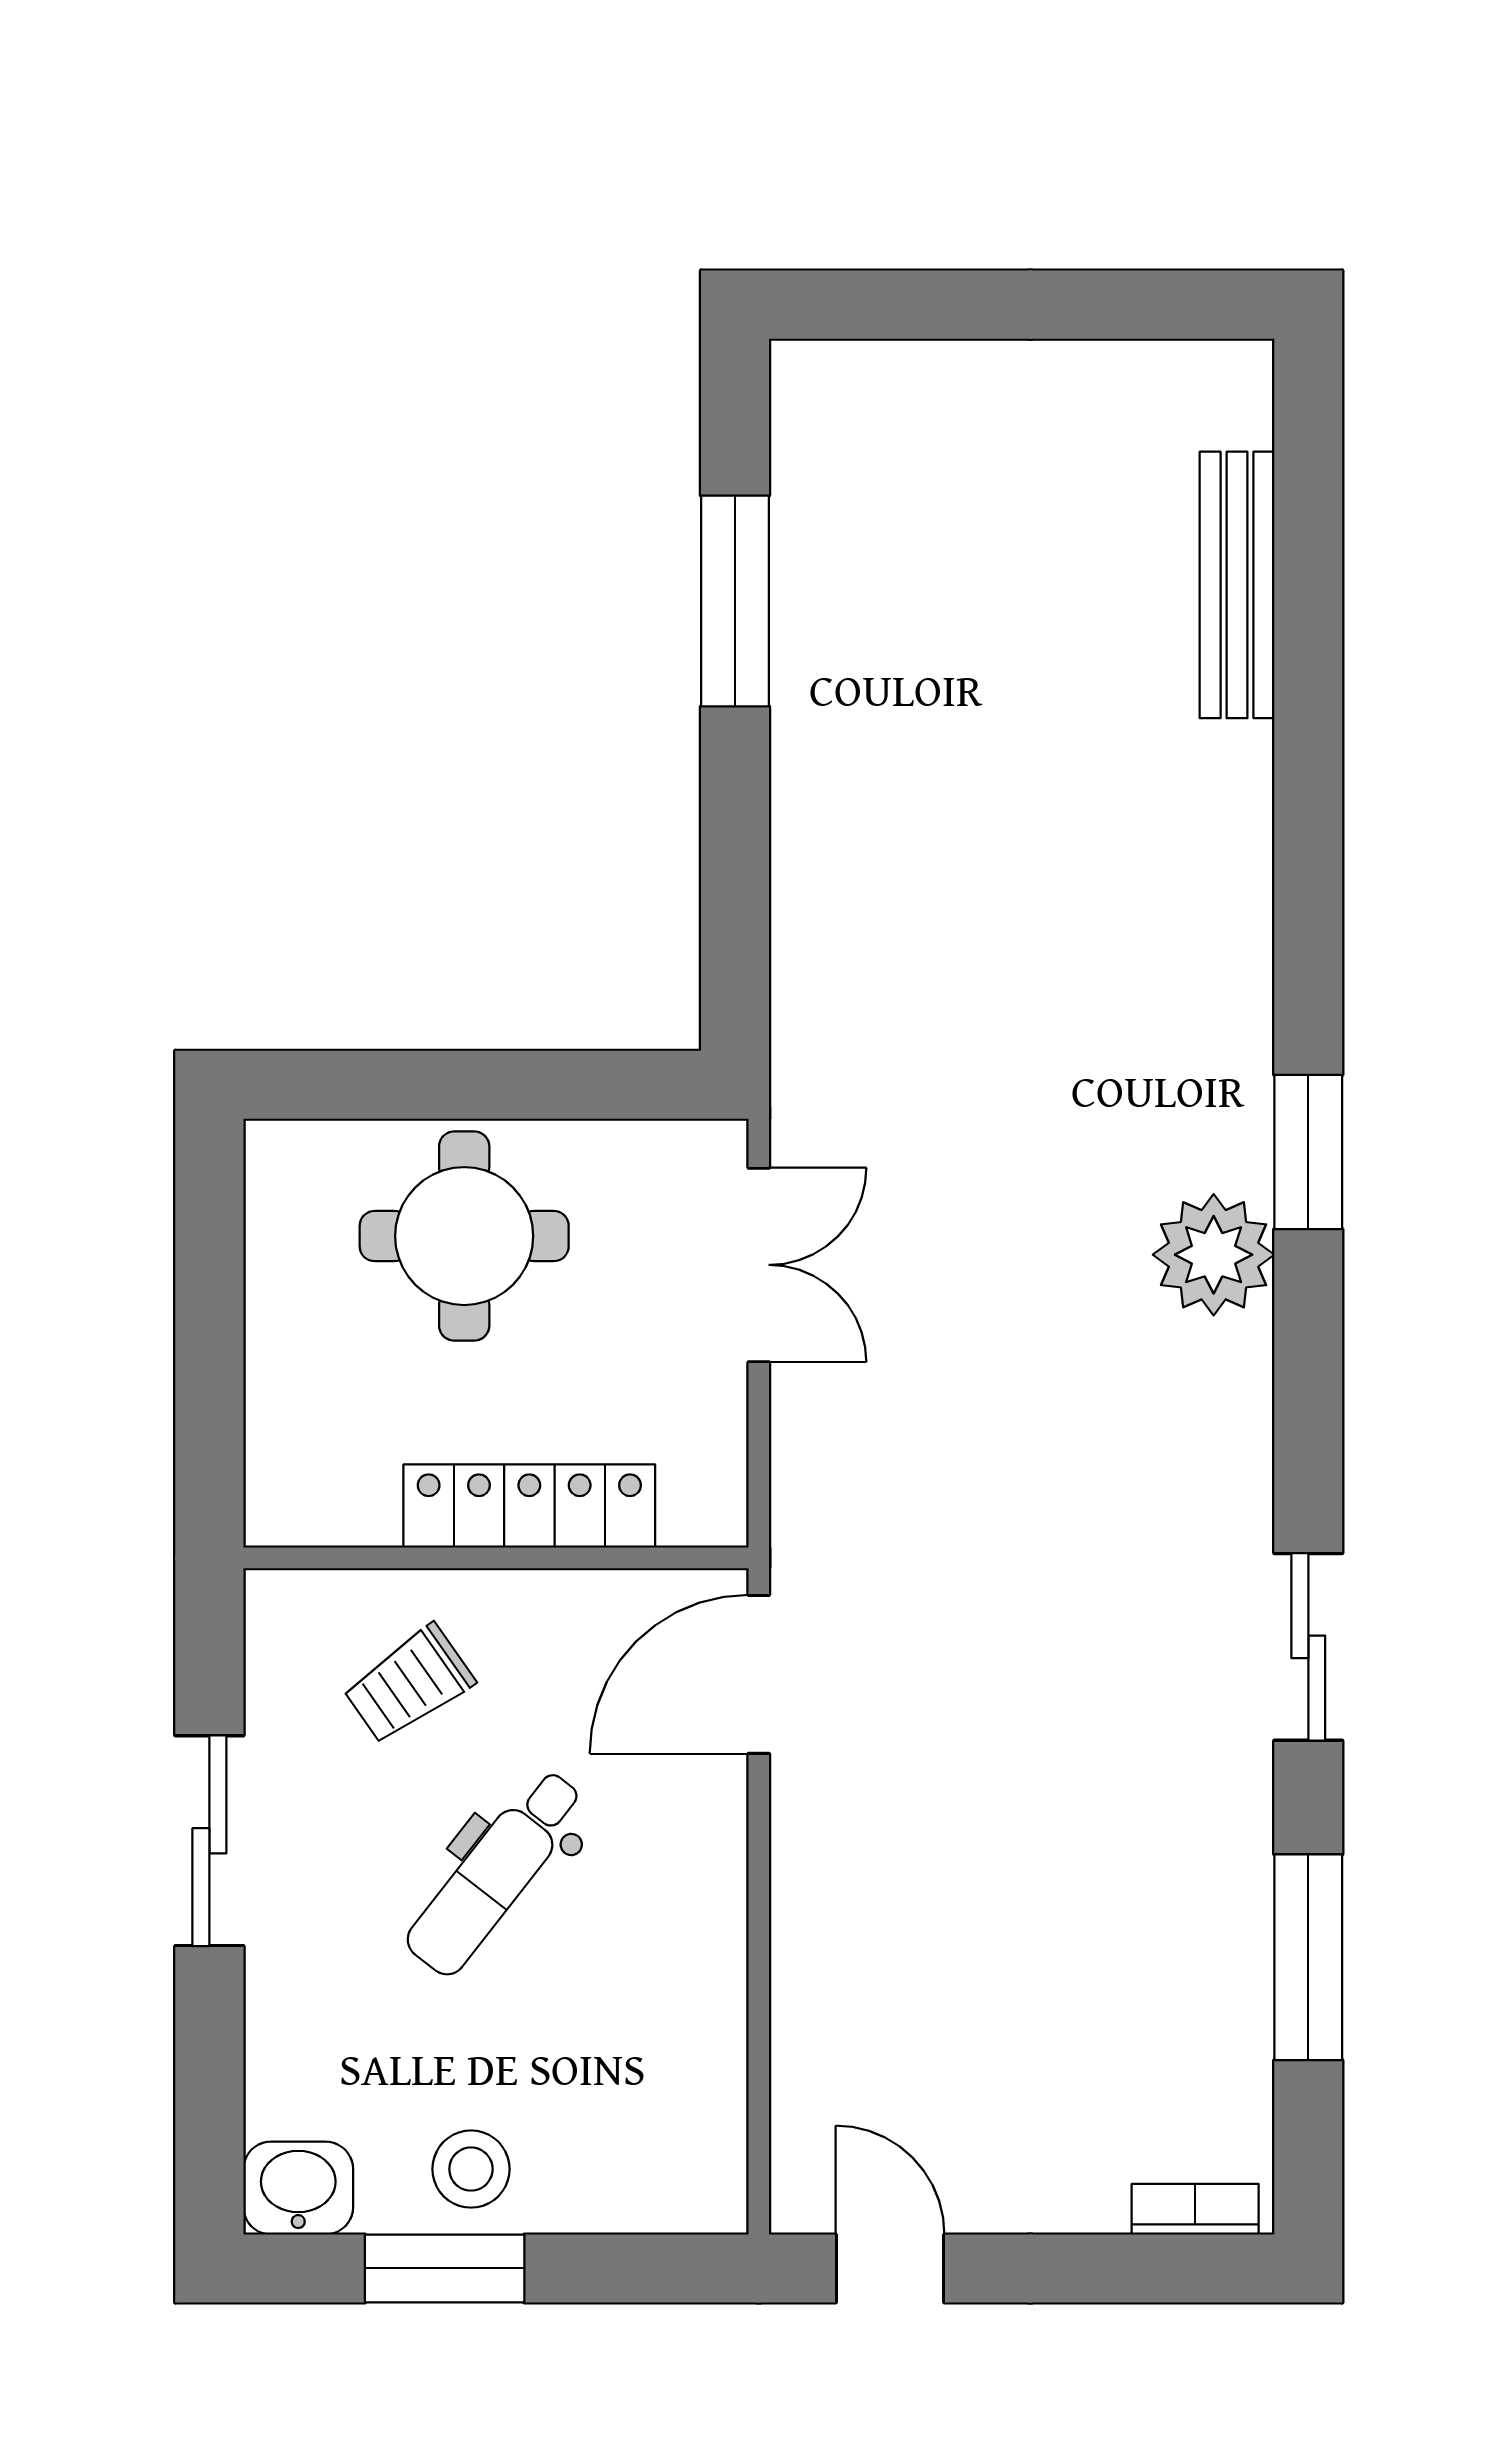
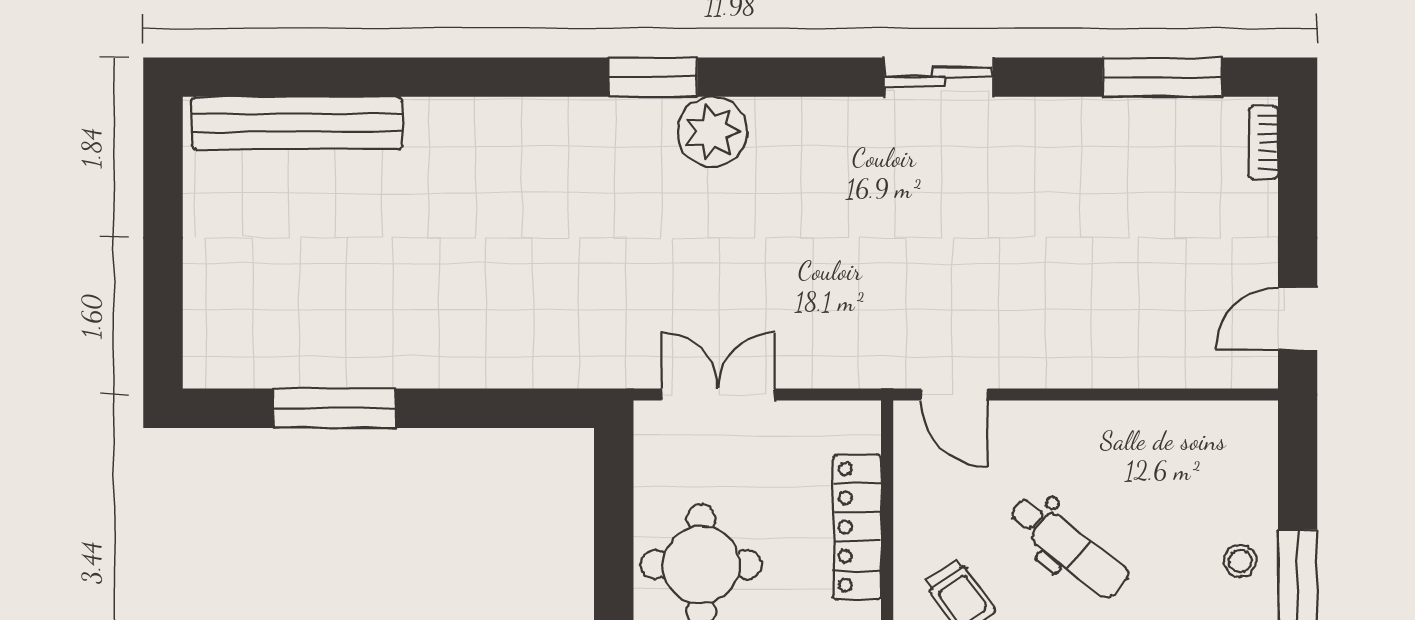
bench: (1237, 585) -> (297, 123), width x1.37, depth x1.21
door: (759, 1674) -> (954, 395), width x0.73
window: (1308, 1957) -> (1162, 77), moved
stool: (471, 2169) -> (1240, 561), width x0.73, depth x0.73

